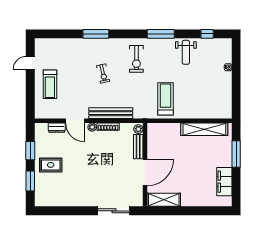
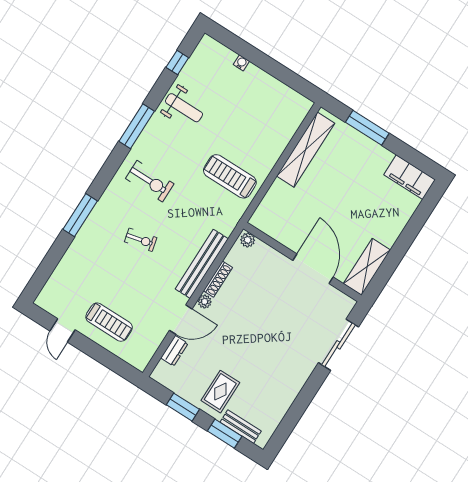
bench: (138, 147) -> (241, 427), moved
filing cabinet: (224, 182) -> (410, 177), moved

